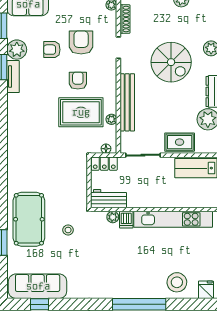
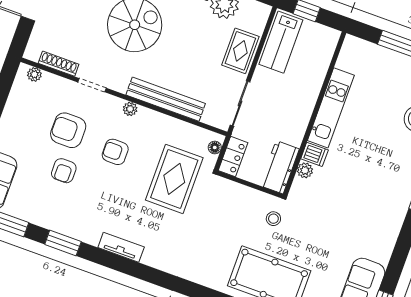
plant: (17, 50) -> (48, 215), removed
tv unit: (13, 77) -> (121, 247), moved
rug: (81, 112) -> (174, 179), moved
plant: (111, 119) -> (130, 109), moved
kitchen unit: (173, 219) -> (331, 108), width x0.73
stool: (68, 230) -> (273, 219), moved

